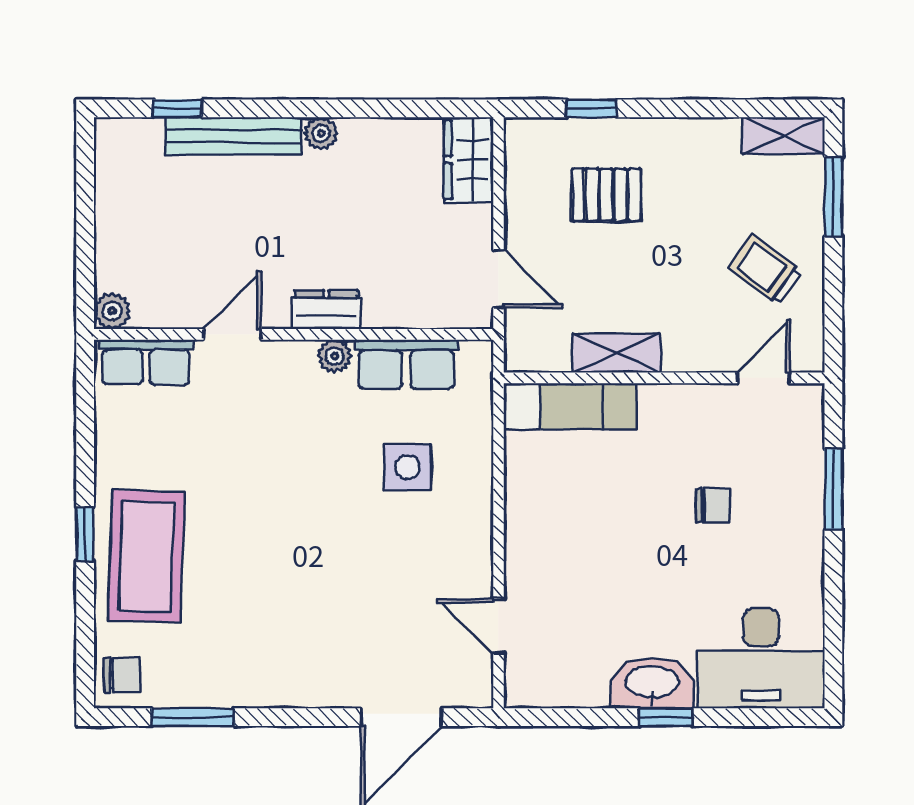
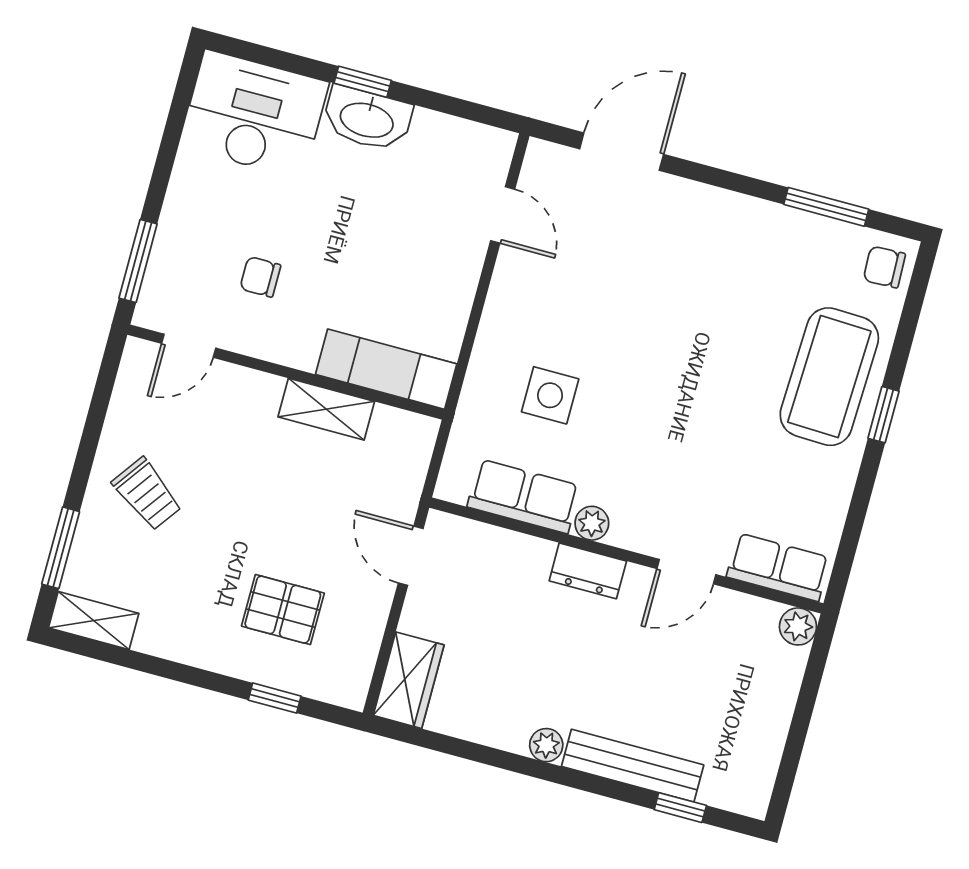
shelving: (616, 353) -> (326, 409), moved
wall: (664, 378) -> (286, 372), moved
door: (764, 378) -> (189, 346), moved
exam couch: (570, 406) -> (386, 369), moved

